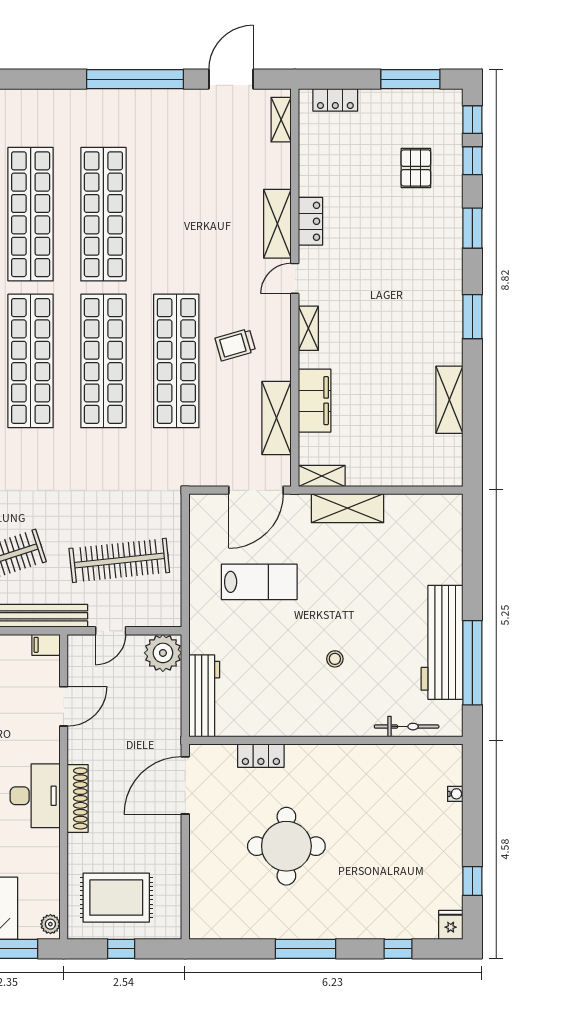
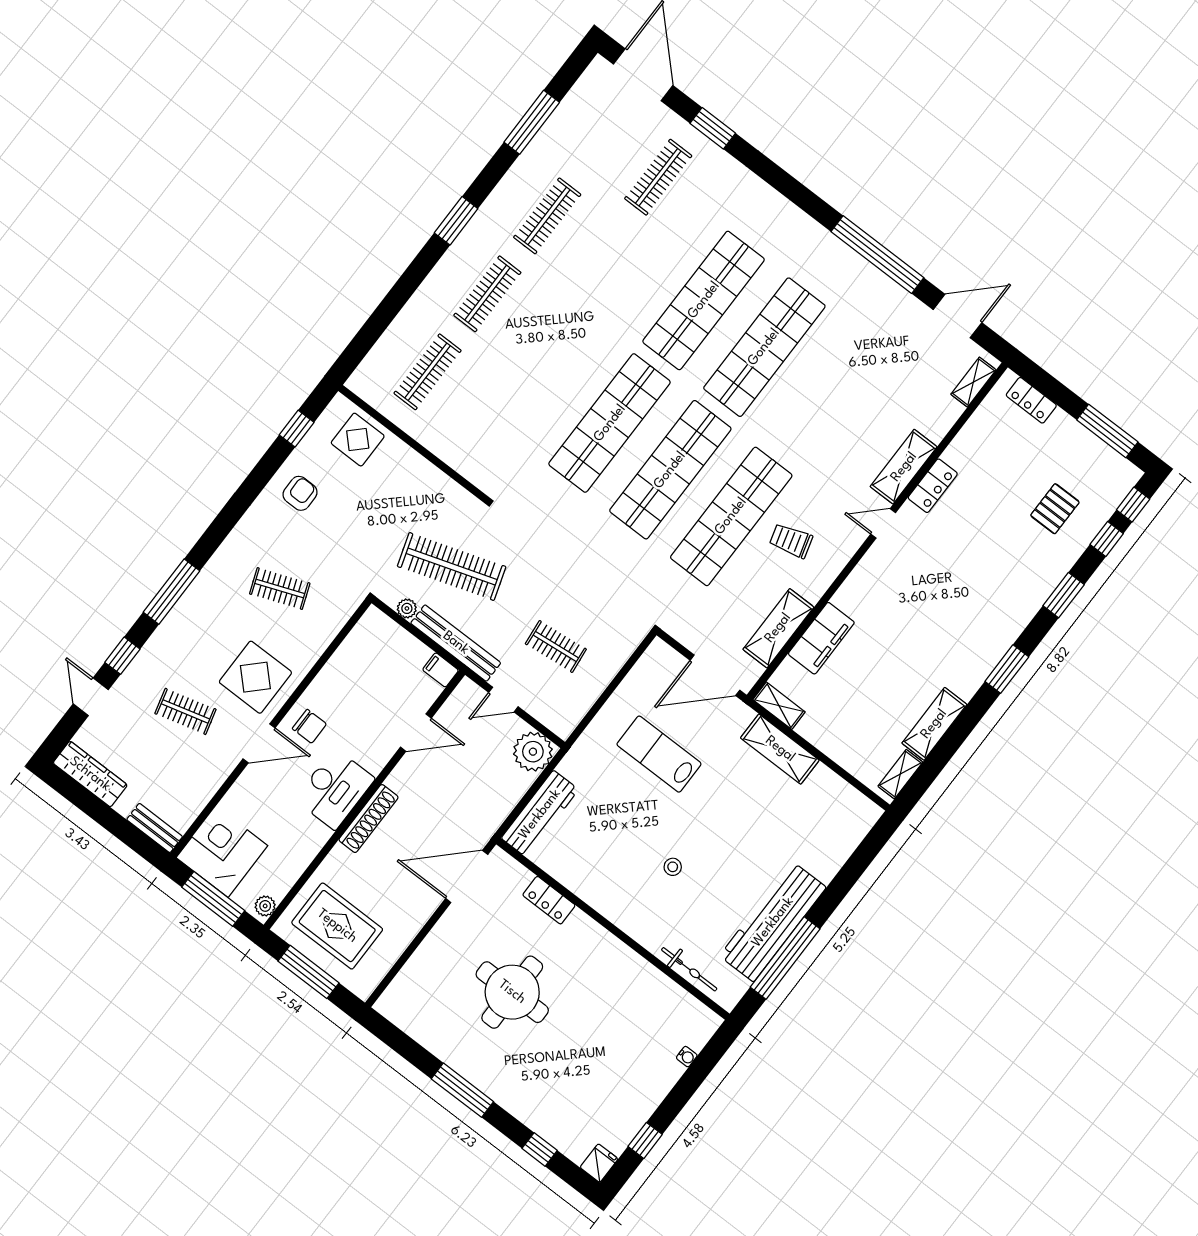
shelving: (308, 328) -> (900, 774), moved
clothes rail: (119, 560) -> (556, 646), width x0.54, depth x0.76
lab bench: (259, 582) -> (659, 754), turned 180
window: (121, 949) -> (308, 972), width x2.17

